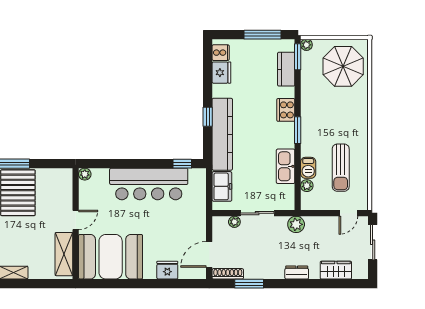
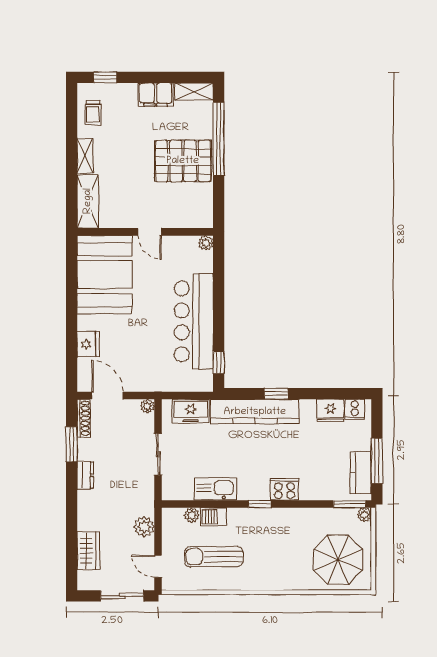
kitchen counter: (286, 69) -> (361, 473), moved, turned -90
window: (298, 130) -> (260, 504), width x0.67
plant: (234, 222) -> (147, 406), moved
plant: (296, 224) -> (144, 527), moved
shelving: (64, 254) -> (88, 201), moved, turned 90
dresser: (297, 272) -> (85, 475), moved

